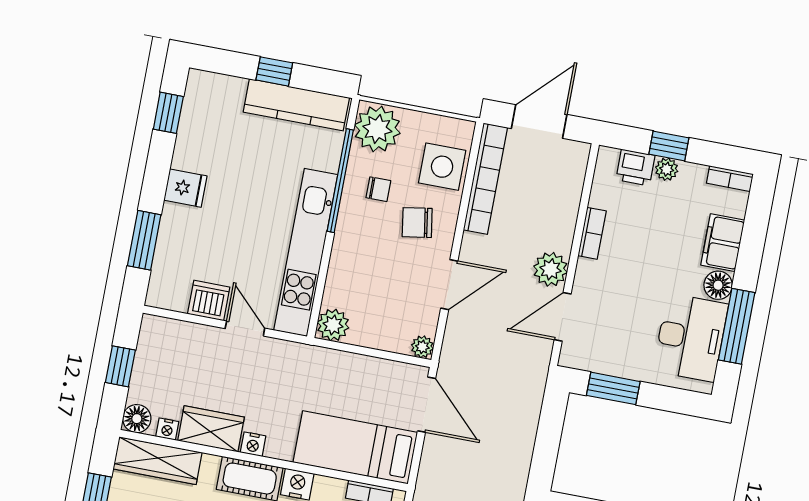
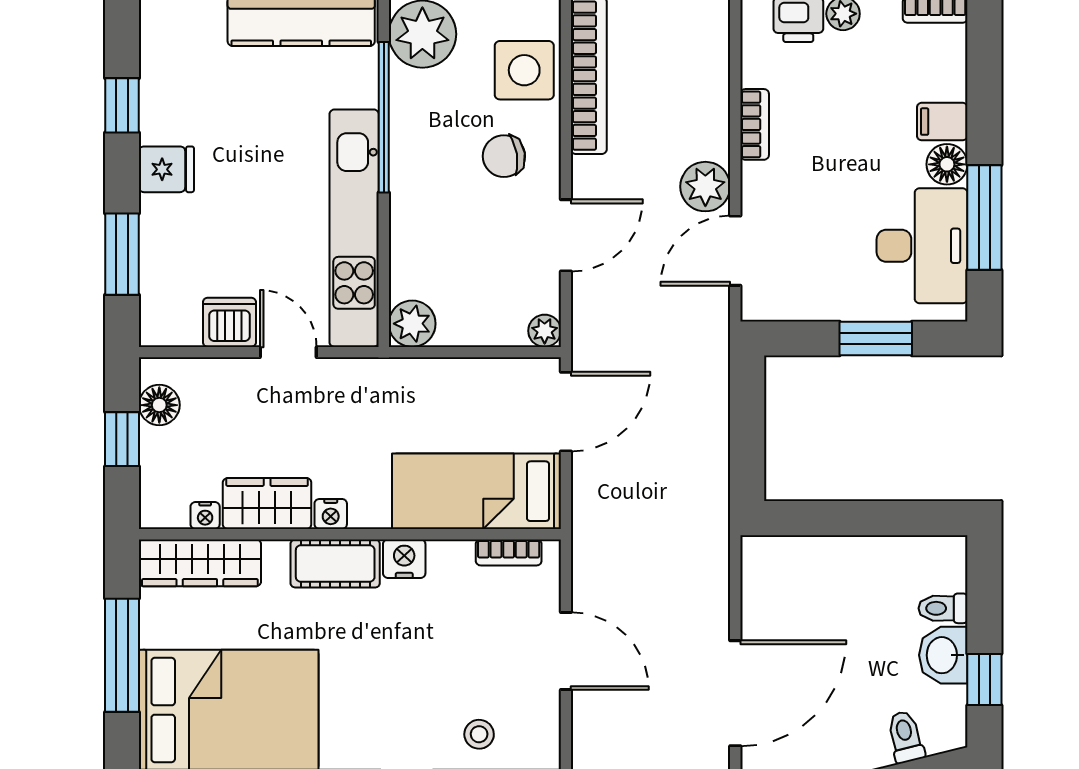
window: (168, 113) -> (122, 105), moved
chair: (378, 189) -> (440, 119), removed
filing cabinet: (723, 243) -> (942, 122), width x0.50
window: (613, 388) -> (876, 339), moved
door: (426, 405) -> (566, 412), hinge flipped
floor lamp: (137, 419) -> (159, 405), moved

